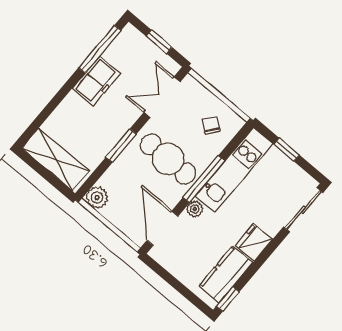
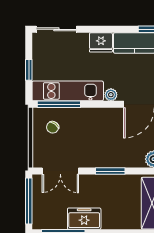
window: (159, 42) -> (29, 201), width x2.17
cafe table: (168, 159) -> (94, 136), removed
window: (204, 179) -> (59, 104), moved

